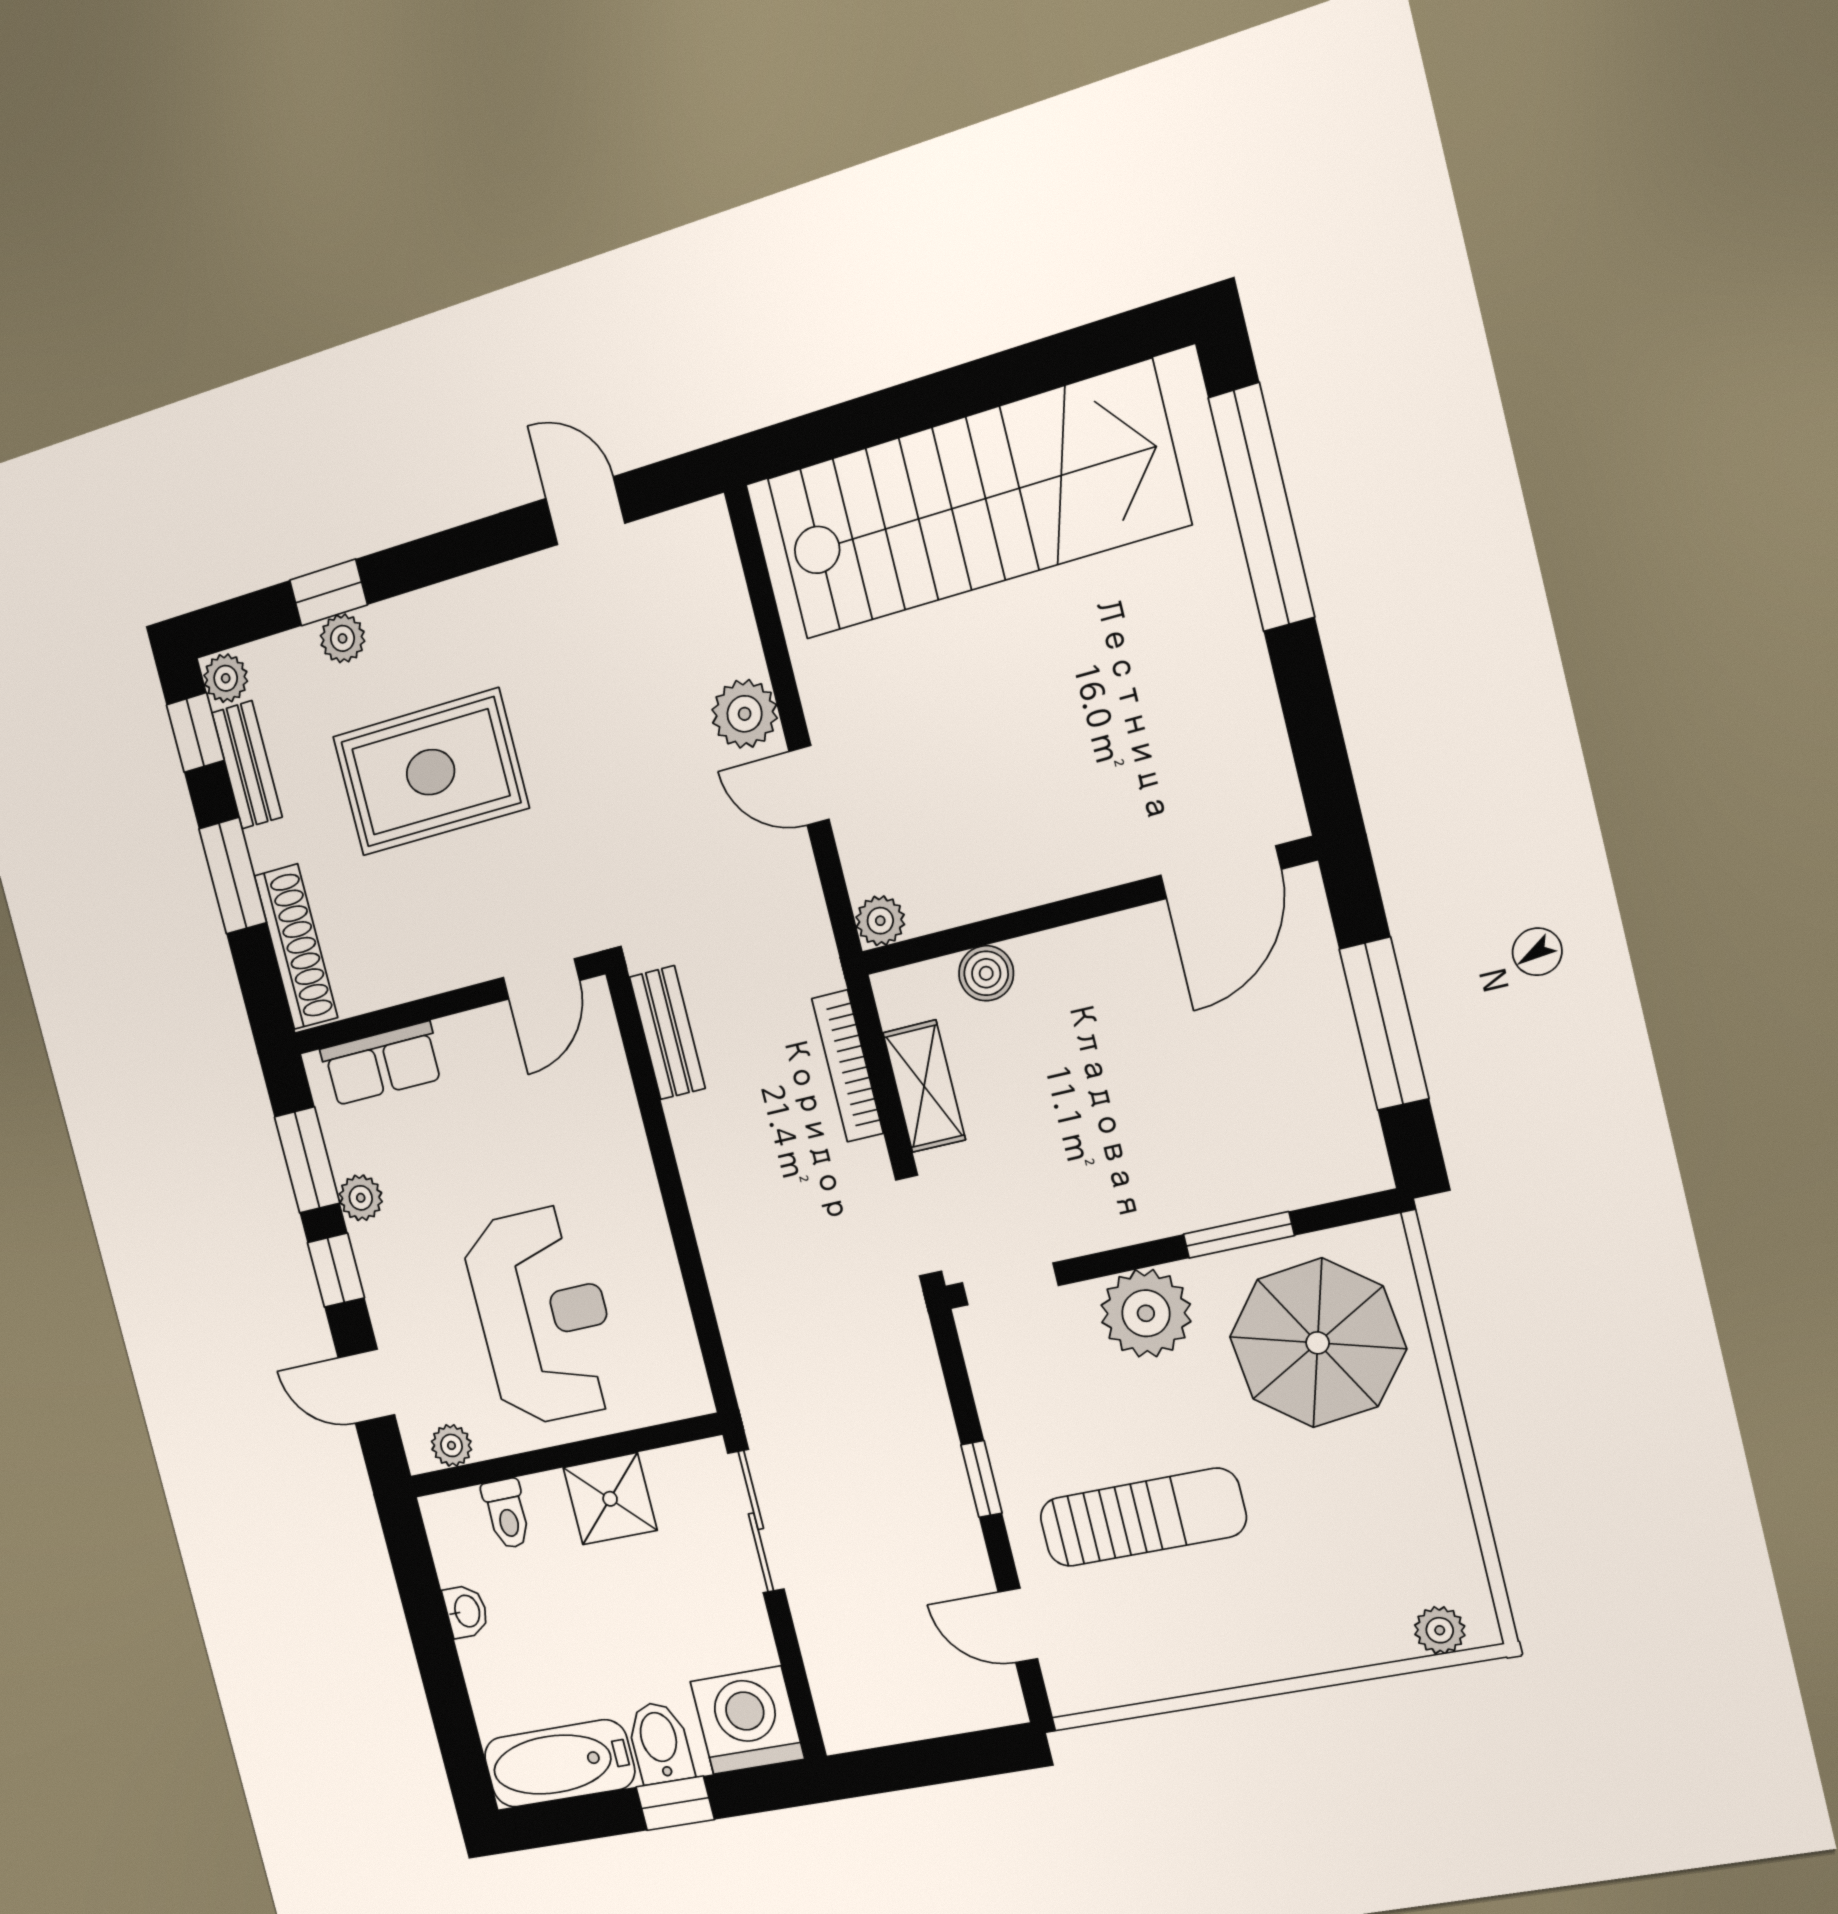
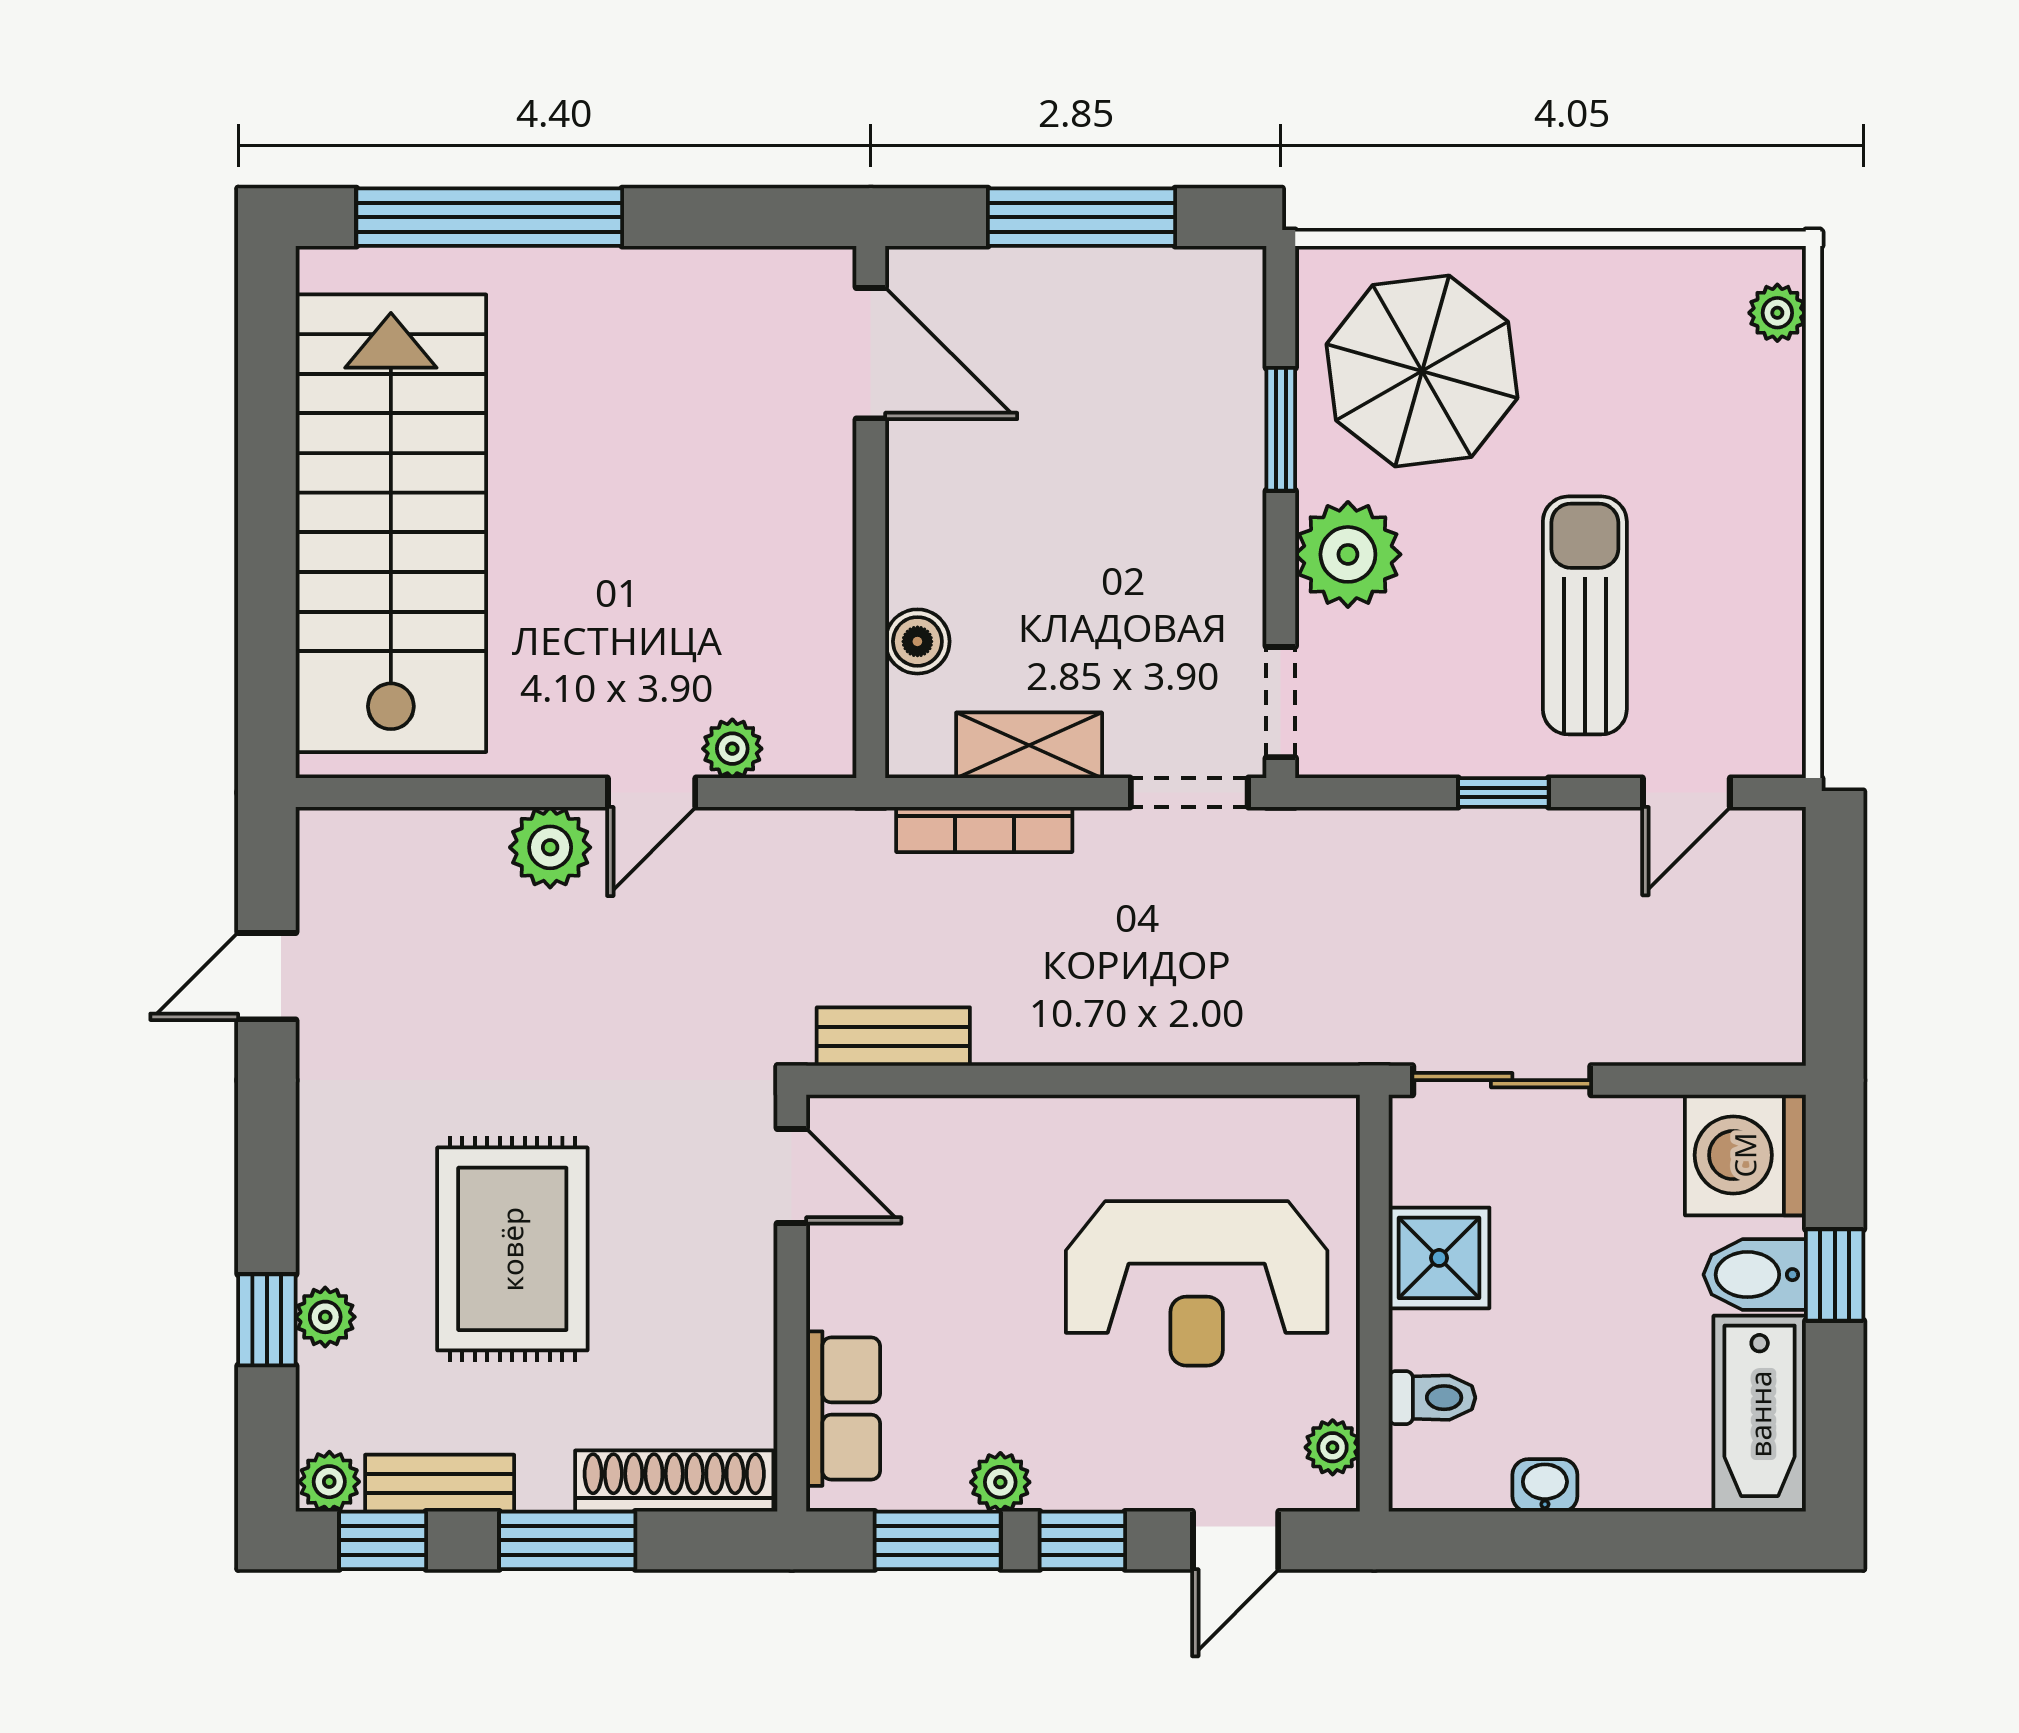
plant: (880, 921) -> (732, 749), moved
reception desk: (543, 1316) -> (1197, 1283), turned 180

